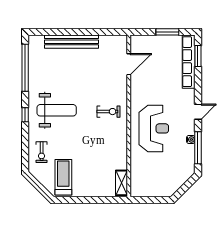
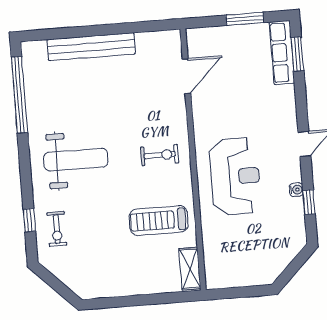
row of seats: (189, 62) -> (282, 53), width x0.73
window: (25, 115) -> (29, 220), moved
window: (198, 148) -> (309, 202), width x0.46
treadmill: (63, 177) -> (159, 221), moved, turned -90

